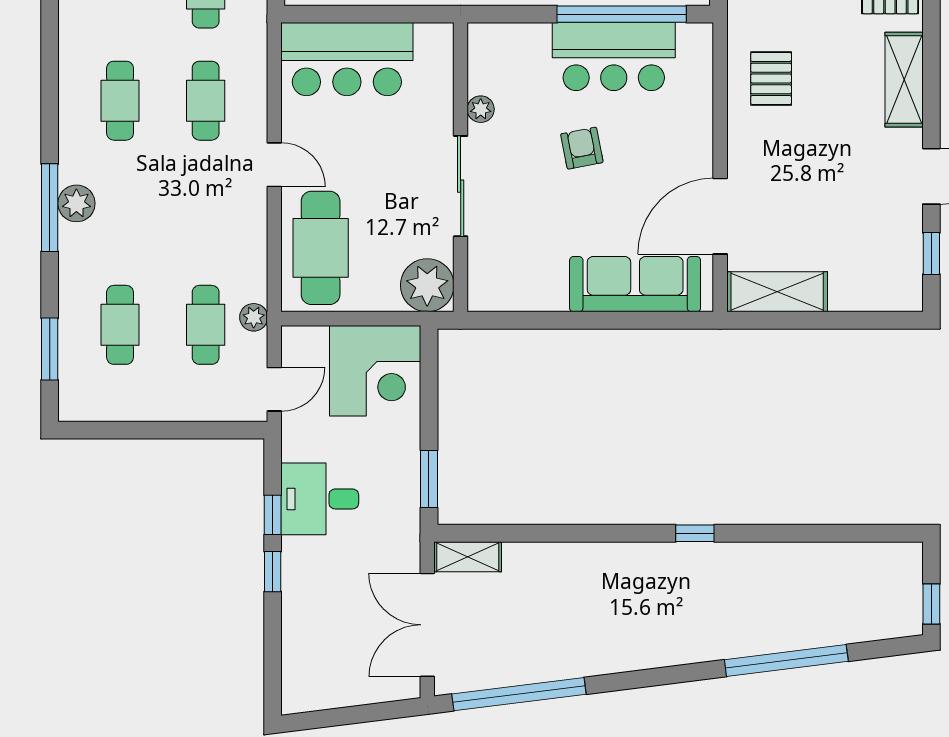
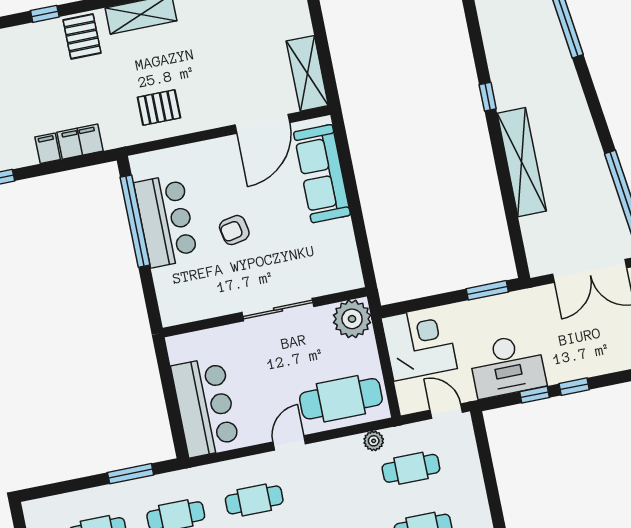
plant: (481, 109) -> (221, 306), removed
door: (720, 216) -> (262, 124), hinge flipped
plant: (254, 317) -> (374, 441), moved
desk: (320, 499) -> (507, 366), width x1.37
shelving: (468, 557) -> (522, 162), moved, width x2.20, depth x1.33

